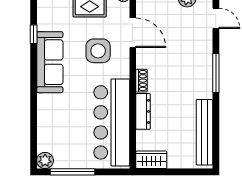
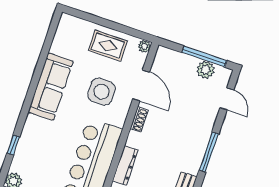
window: (34, 34) -> (13, 145), moved
shoe rack: (142, 81) -> (139, 120), moved

